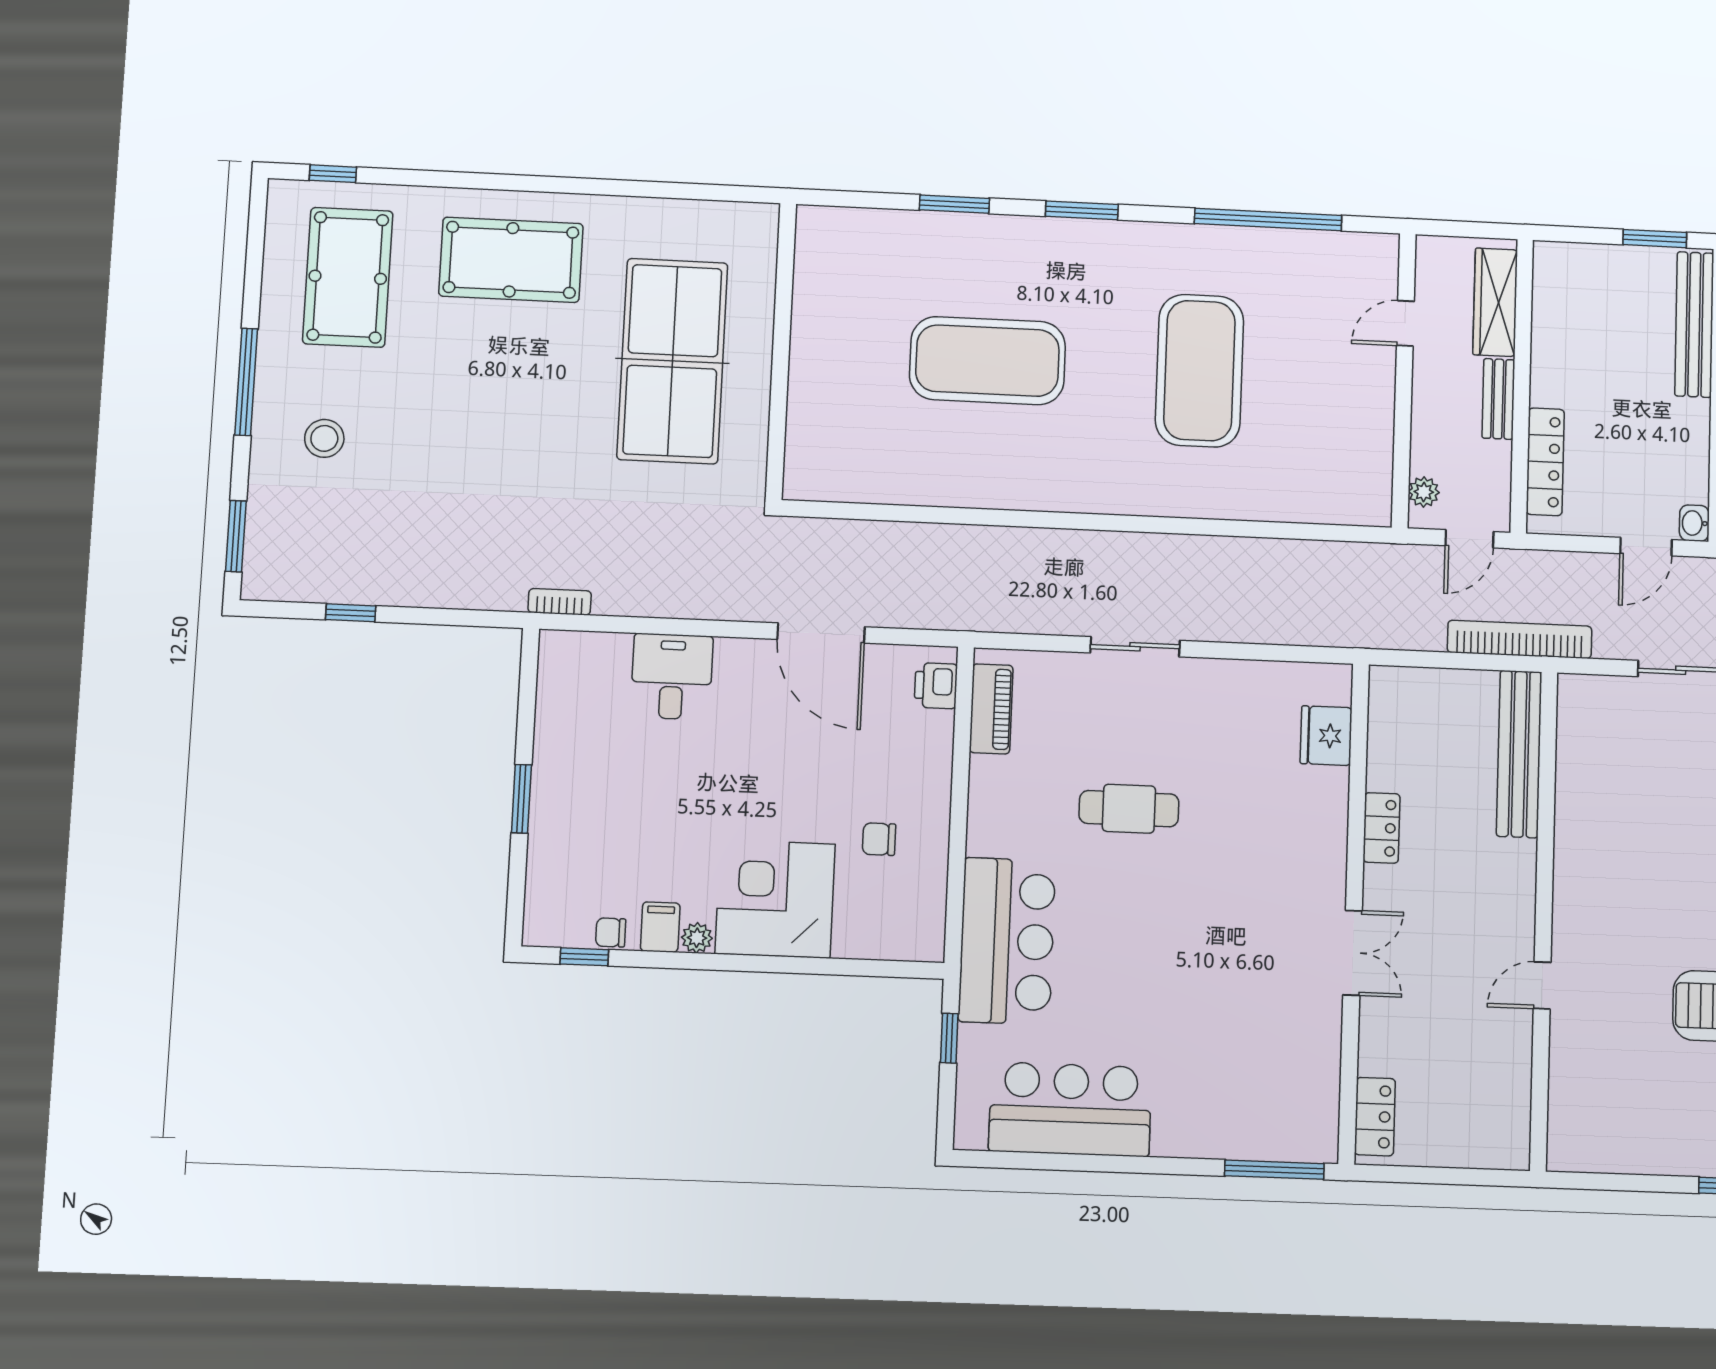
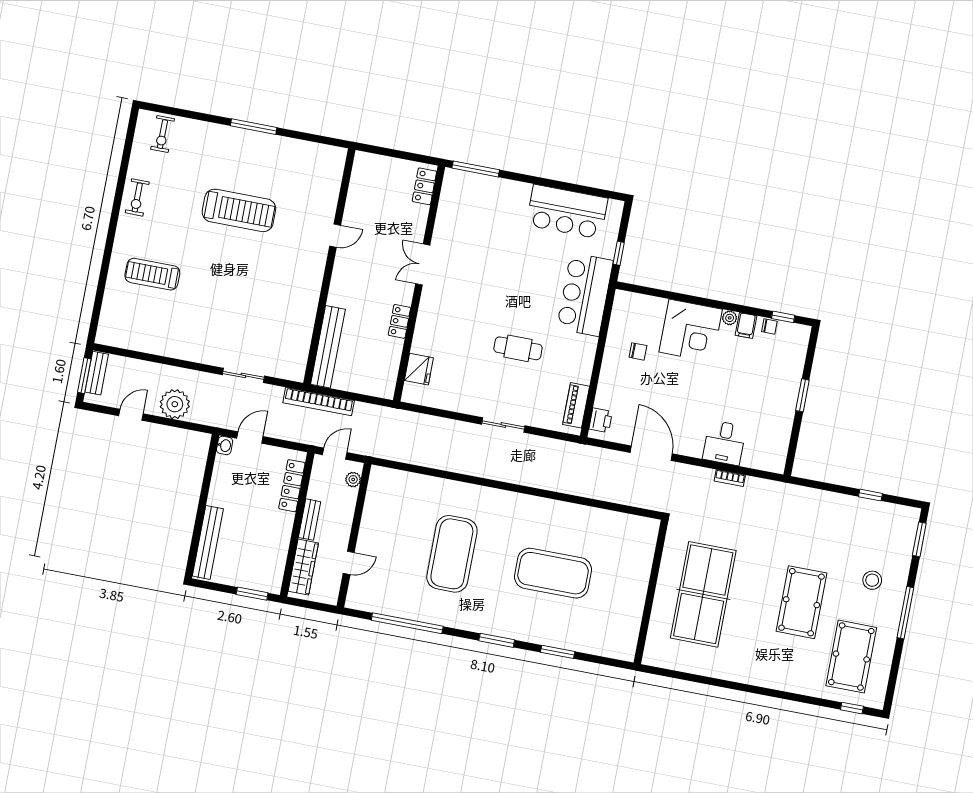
window: (1655, 239) -> (252, 594), moved
pool table: (511, 260) -> (801, 602), moved, turned 90
bookcase: (560, 602) -> (730, 478), moved

